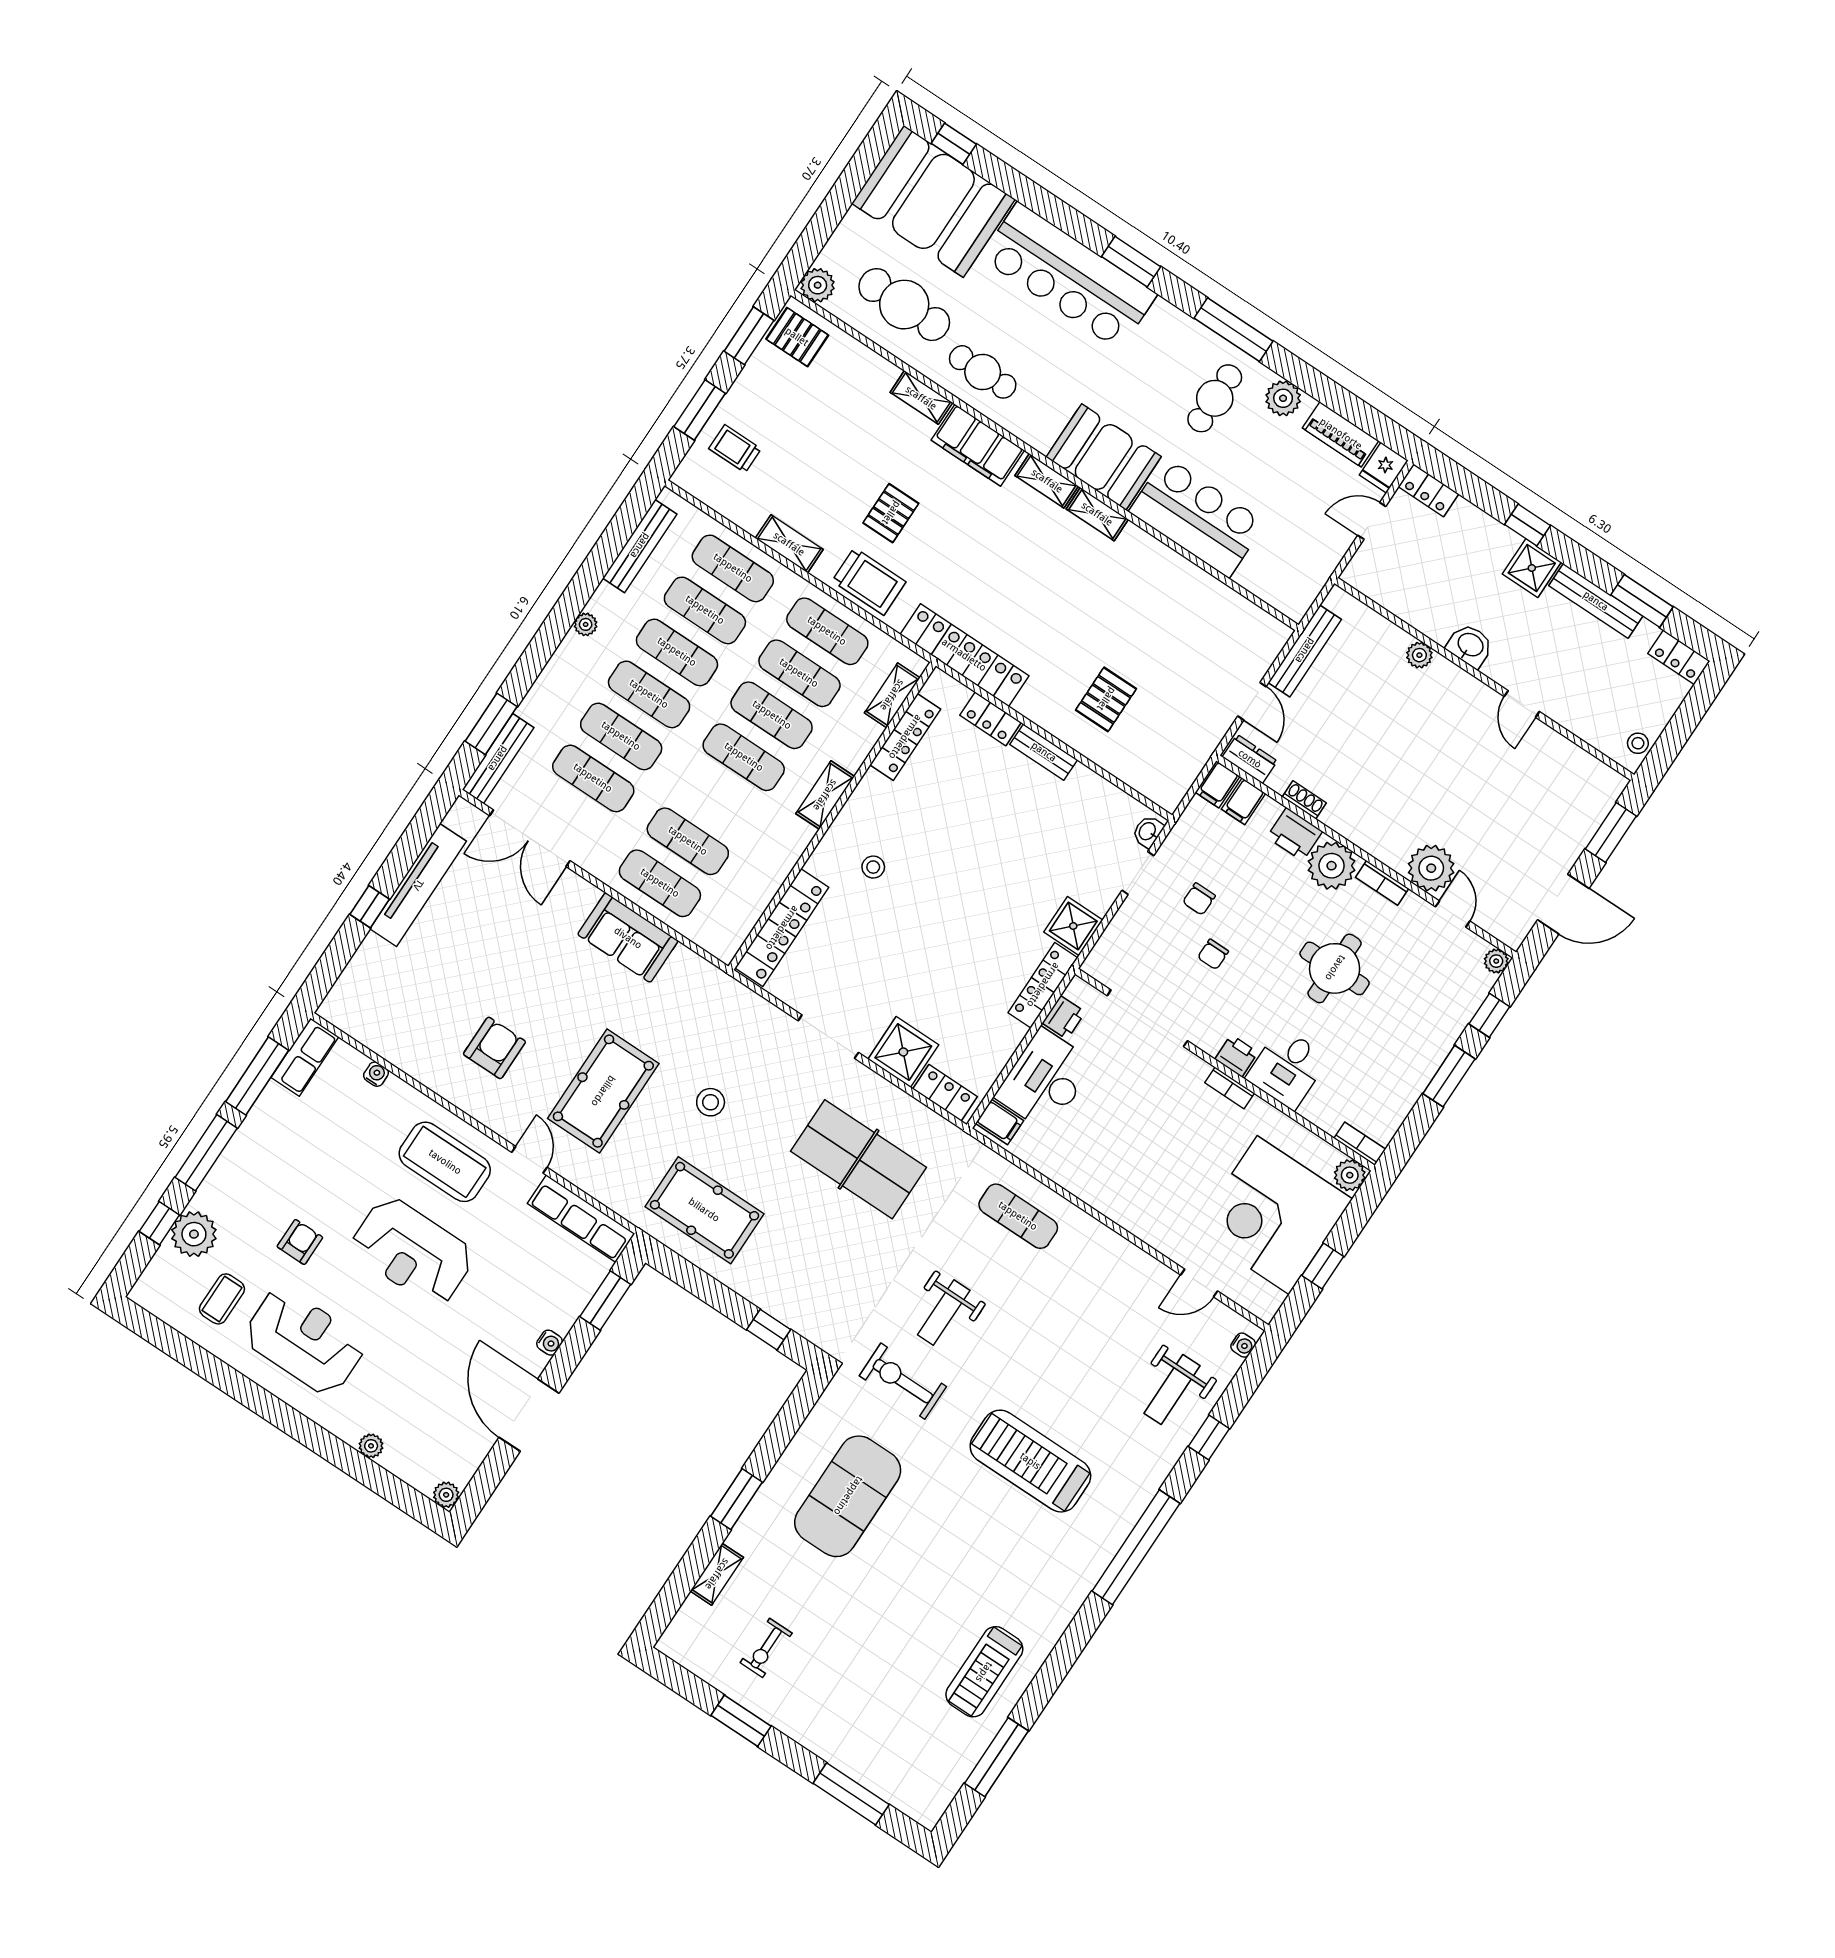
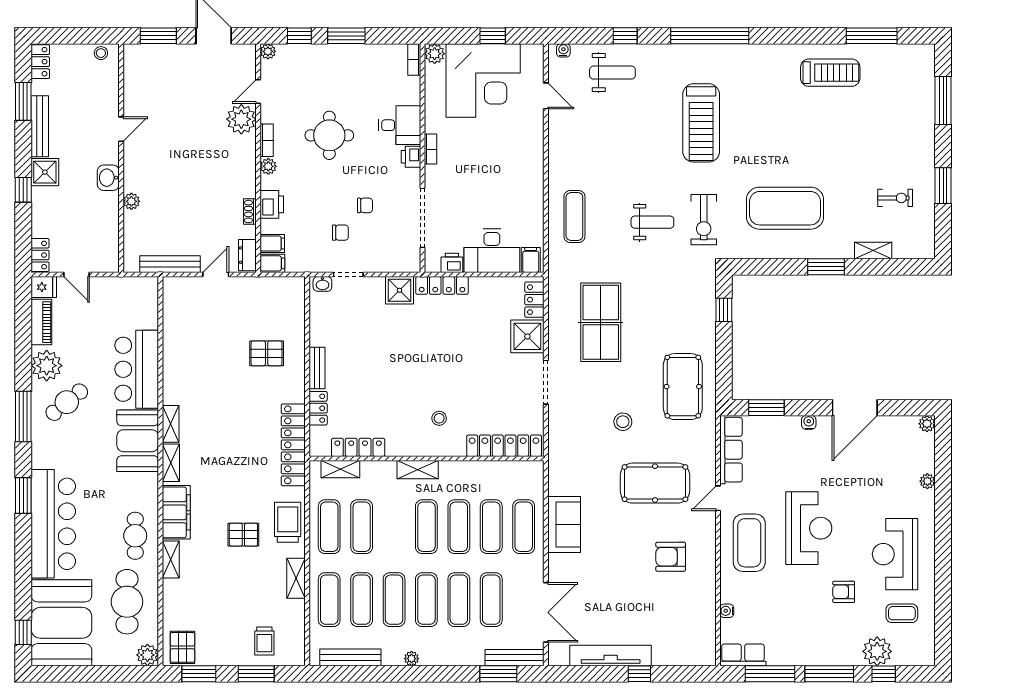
cafe table: (1215, 398) -> (67, 402), turned -39
plant: (1283, 398) -> (47, 366), width x1.36, depth x1.36
exercise mat: (772, 715) -> (459, 527), moved
plant: (1332, 866) -> (268, 166), width x0.53, depth x0.53

